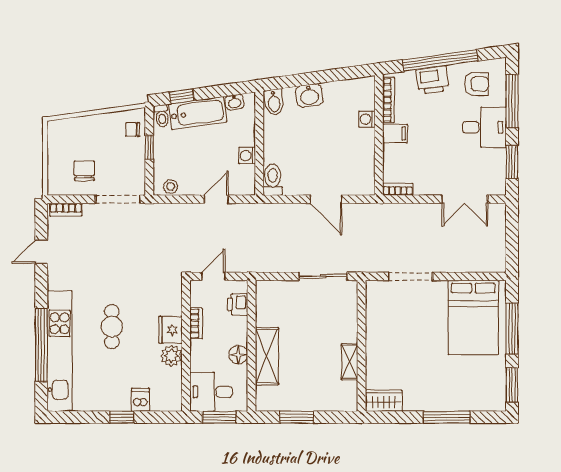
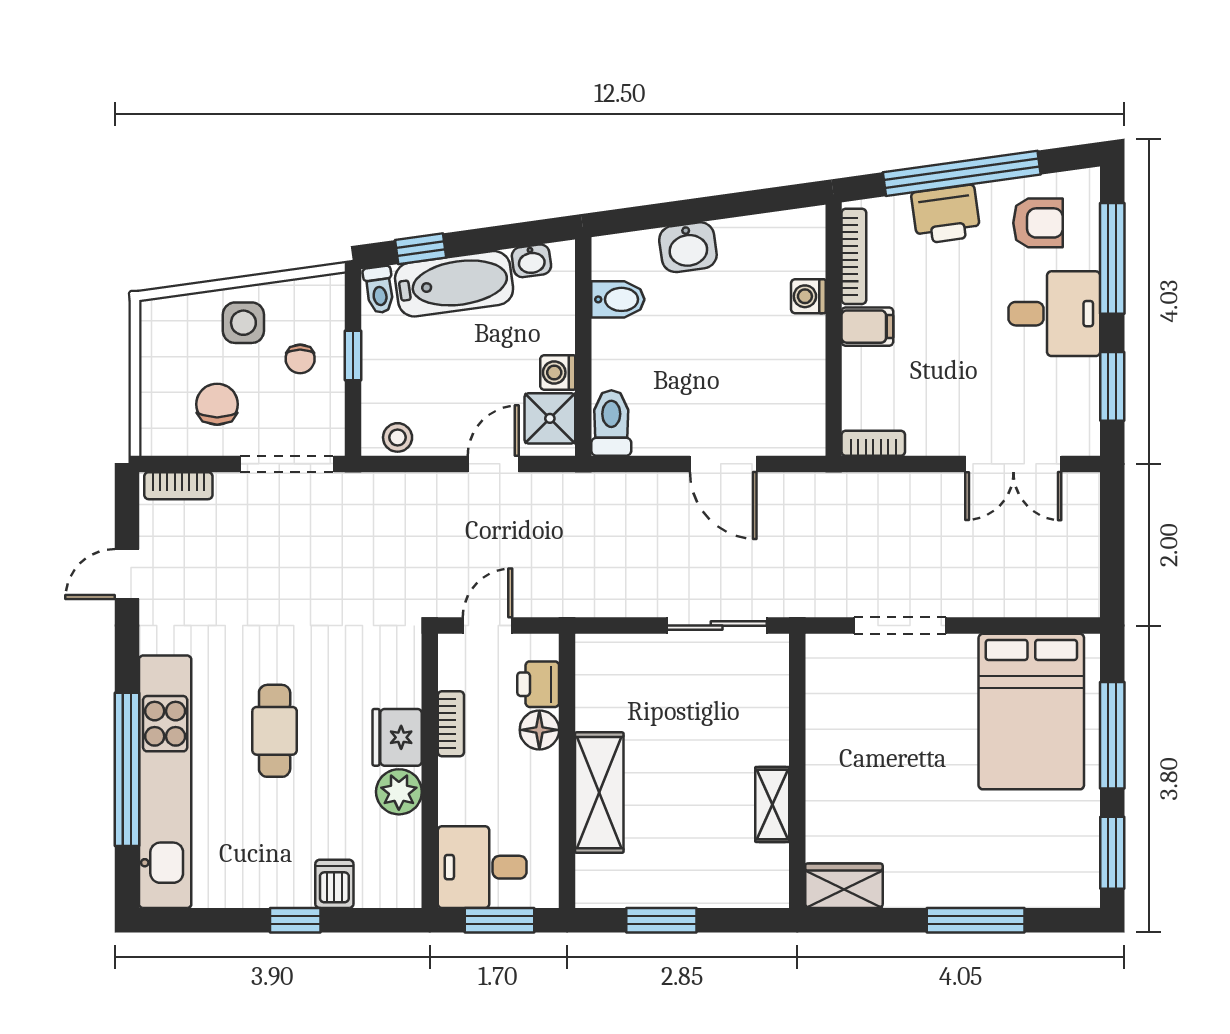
bidet: (274, 102) -> (618, 299), moved, turned -82
chair: (133, 129) -> (300, 359), moved, turned -90
side table: (97, 132) -> (243, 323), added
shower: (243, 177) -> (550, 418), added
floor lamp: (238, 355) -> (539, 730), moved

